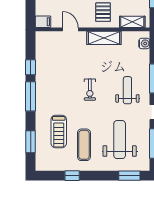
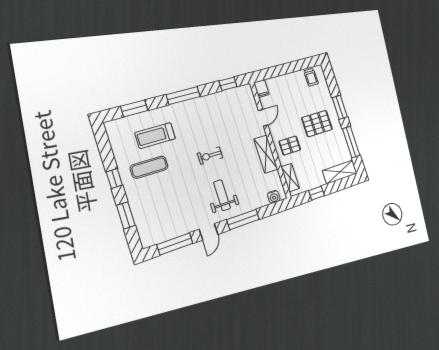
window: (31, 67) -> (228, 84), moved
weight bench: (127, 90) -> (222, 195), turned -90
weight bench: (120, 140) -> (167, 204), removed
window: (72, 176) -> (114, 179), moved
window: (129, 176) -> (126, 215), moved

